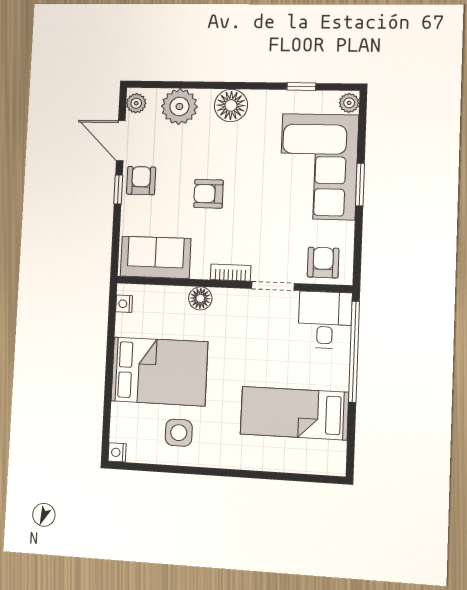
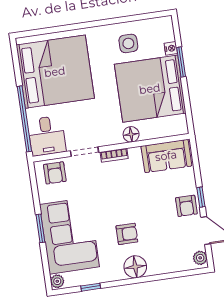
plant: (179, 107) -> (170, 260), removed
armchair: (208, 194) -> (127, 234), moved
nightstand: (124, 304) -> (182, 121), removed
bed: (159, 371) -> (150, 89), width x1.36
window: (108, 390) -> (181, 62), added
bed: (294, 413) -> (55, 72), width x2.04
nightstand: (117, 452) -> (171, 48), moved

